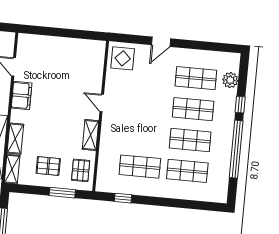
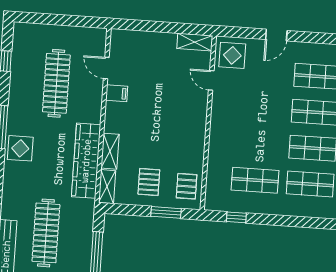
filing cabinet: (22, 96) -> (117, 93), width x0.50
door: (102, 103) -> (211, 80), moved
shelving: (91, 135) -> (195, 42), moved, turned 90
pallet: (48, 166) -> (149, 182), turned 90

